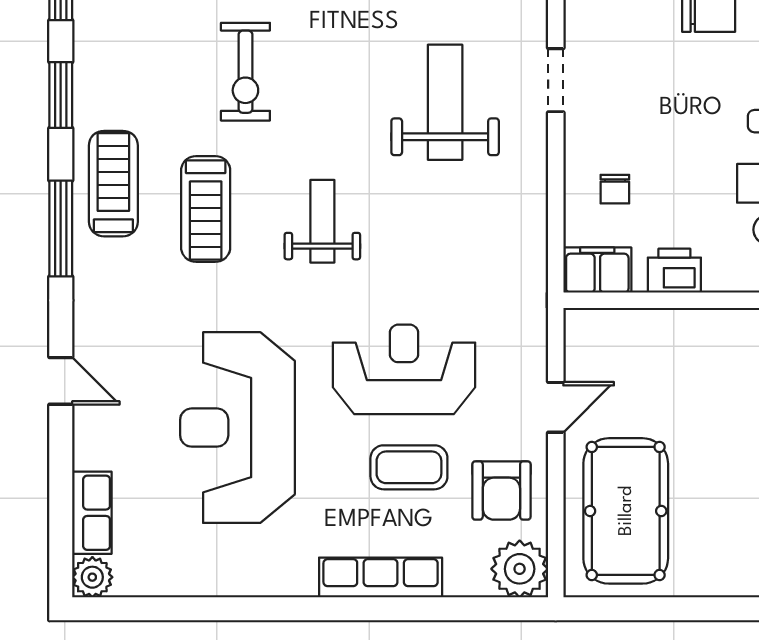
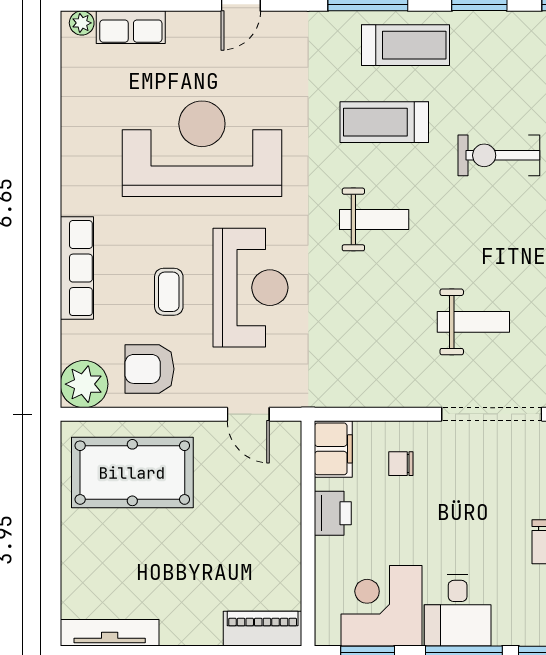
doorway: (556, 80) -> (492, 414), width x1.88
weight bench: (445, 102) -> (473, 322), width x0.73, depth x0.75
door: (556, 407) -> (248, 414), moved
coffee table: (409, 467) -> (169, 292), width x0.73, depth x0.77
plant: (92, 577) -> (82, 23), width x0.73, depth x0.73

